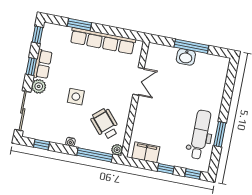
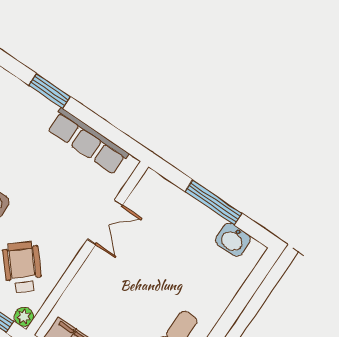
row of seats: (103, 41) -> (88, 141), width x0.73
washbasin: (186, 57) -> (233, 240), moved

